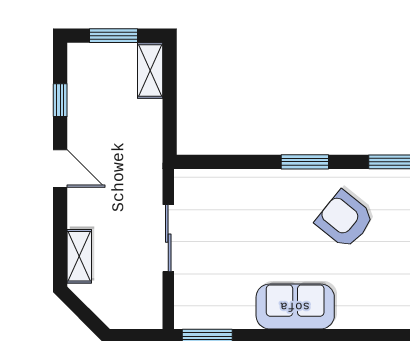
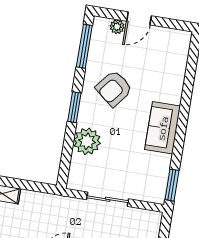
plant: (254, 191) -> (87, 141), added

